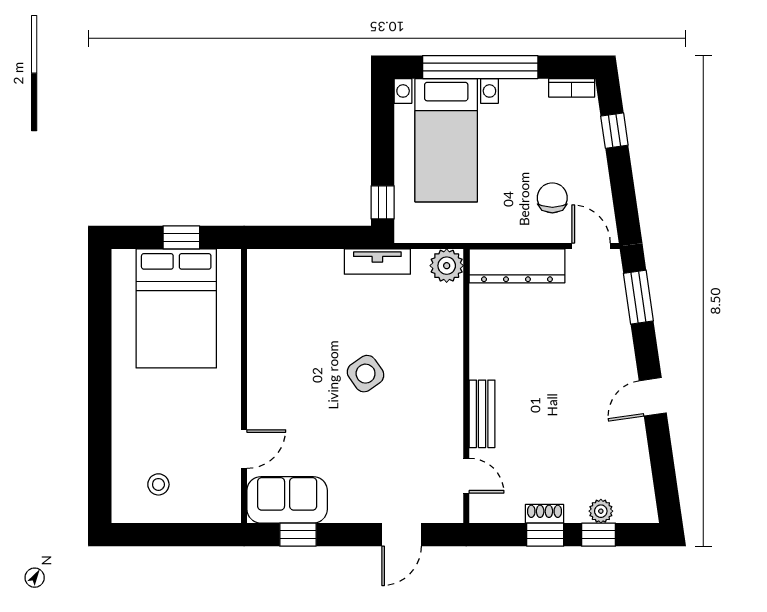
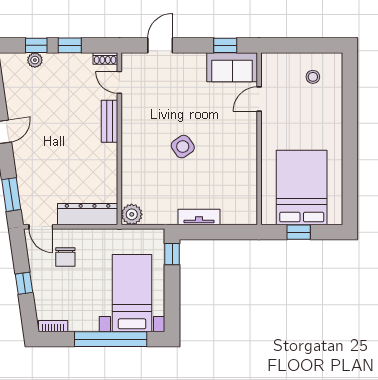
window: (614, 131) -> (24, 283), moved
tv unit: (377, 262) -> (199, 217), moved
shoe rack: (545, 514) -> (105, 58), moved

